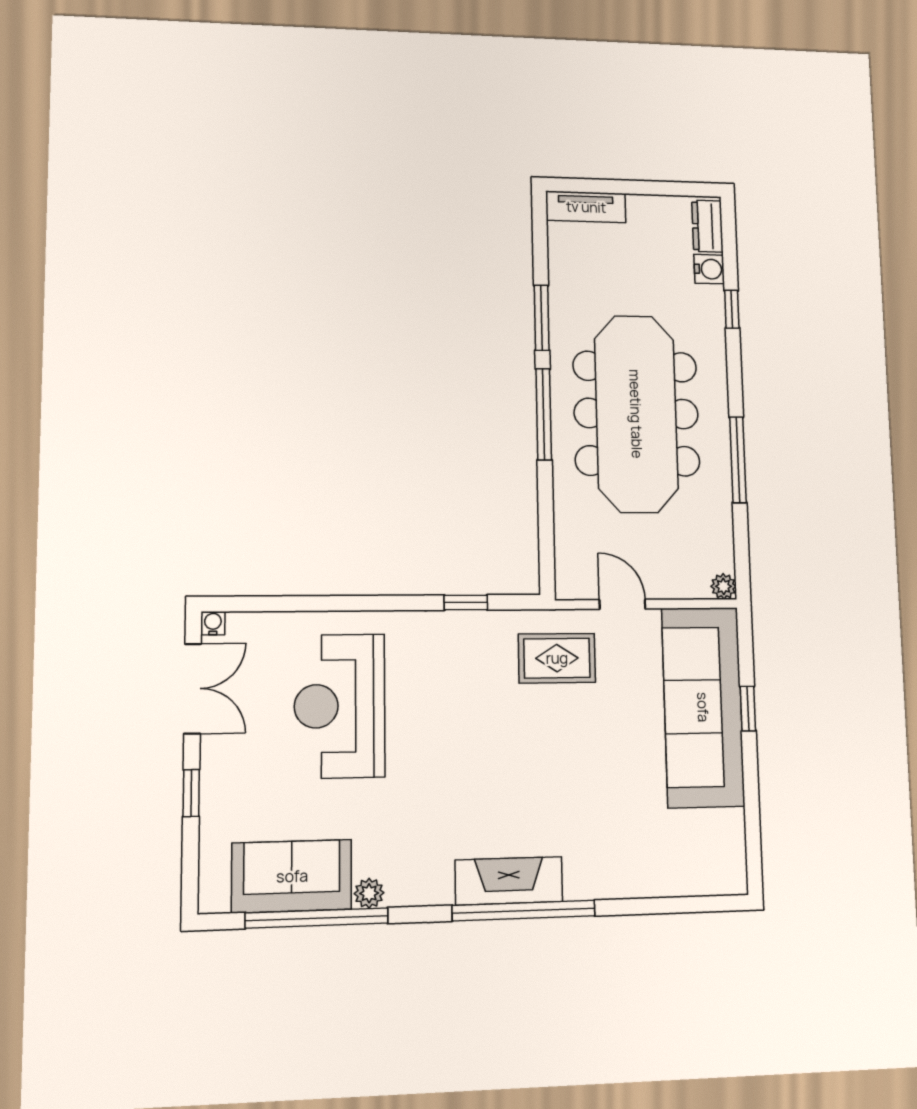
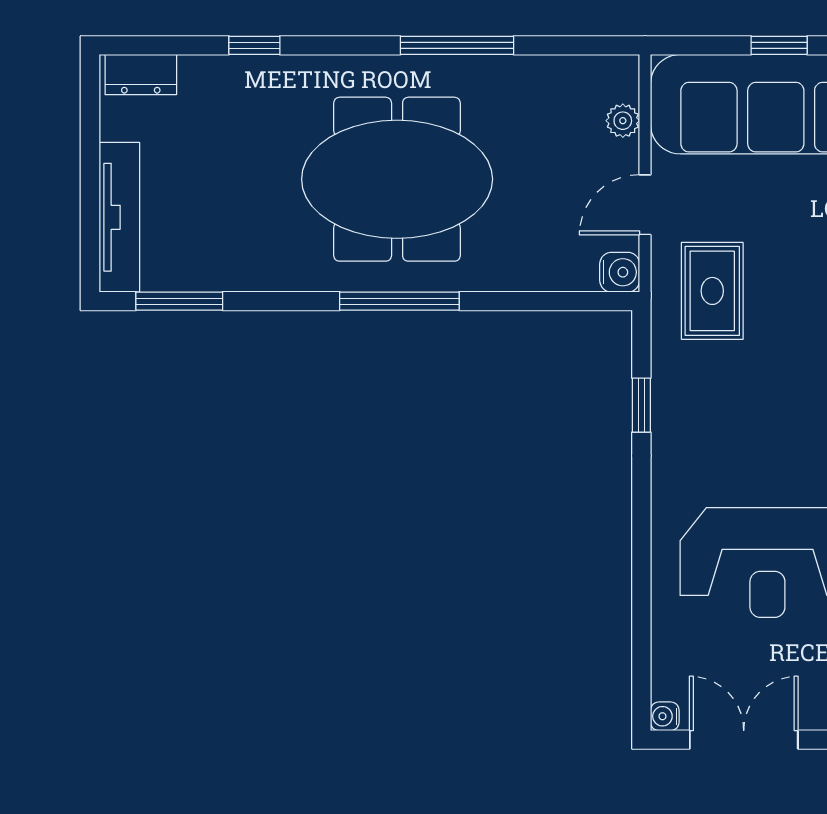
tv unit: (586, 207) -> (119, 217), width x1.41
water cooler: (709, 269) -> (620, 272), moved, turned 90
window: (542, 318) -> (179, 301), moved
meeting table: (636, 414) -> (397, 179), width x0.73
plant: (724, 586) -> (623, 121), moved

